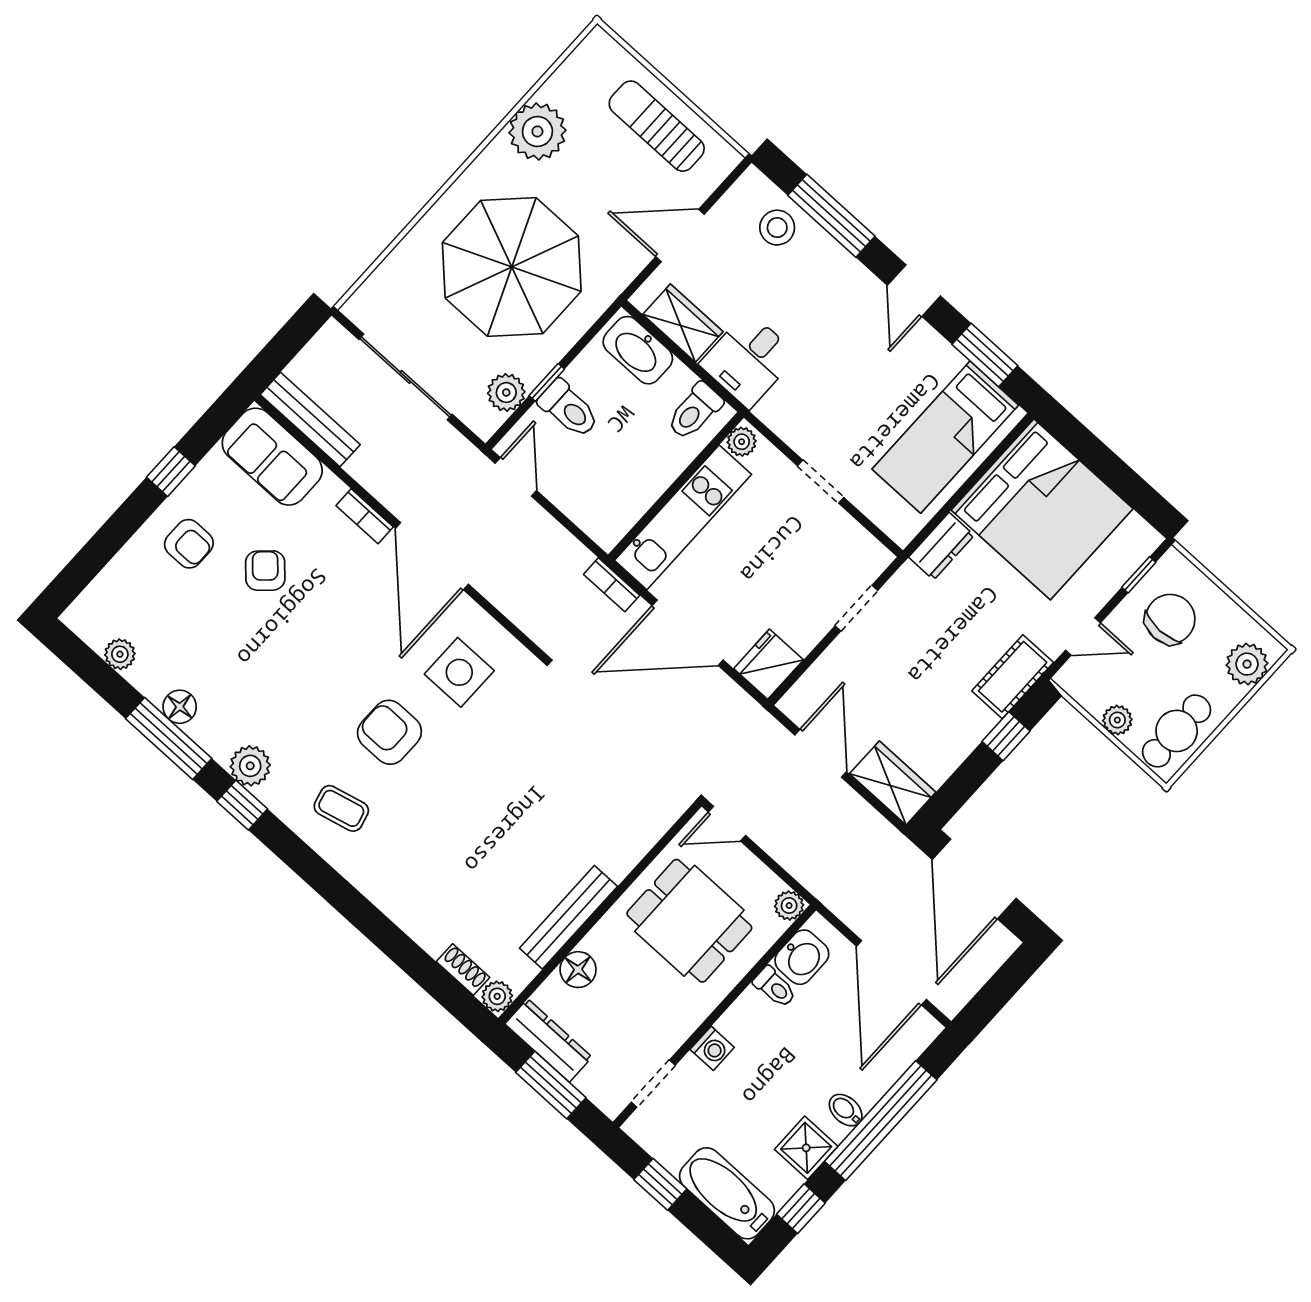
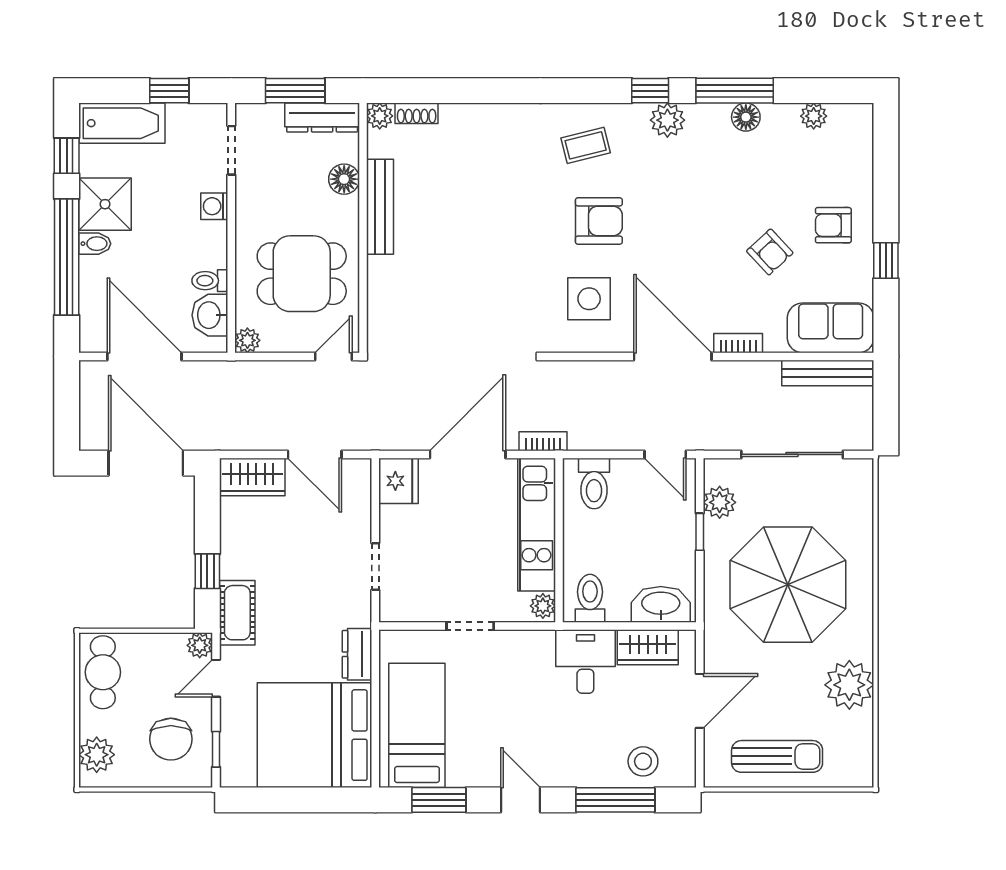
toilet: (569, 409) -> (594, 484), moved, turned -90
plant: (1117, 720) -> (200, 645), moved
shower: (806, 1148) -> (105, 204), width x1.36, depth x1.36

